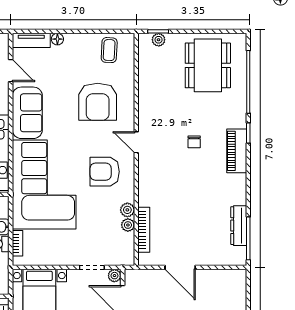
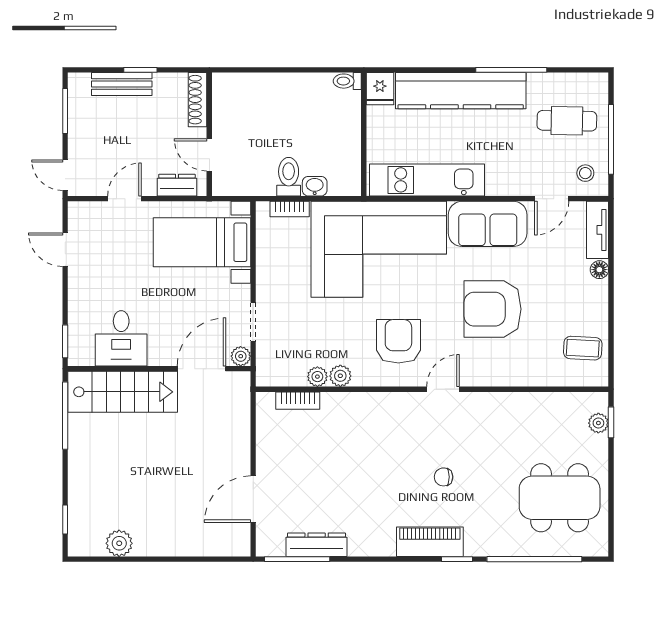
armchair: (98, 102) -> (493, 309), moved
bookcase: (144, 230) -> (298, 401), width x0.64
door: (180, 267) -> (253, 499), moved

